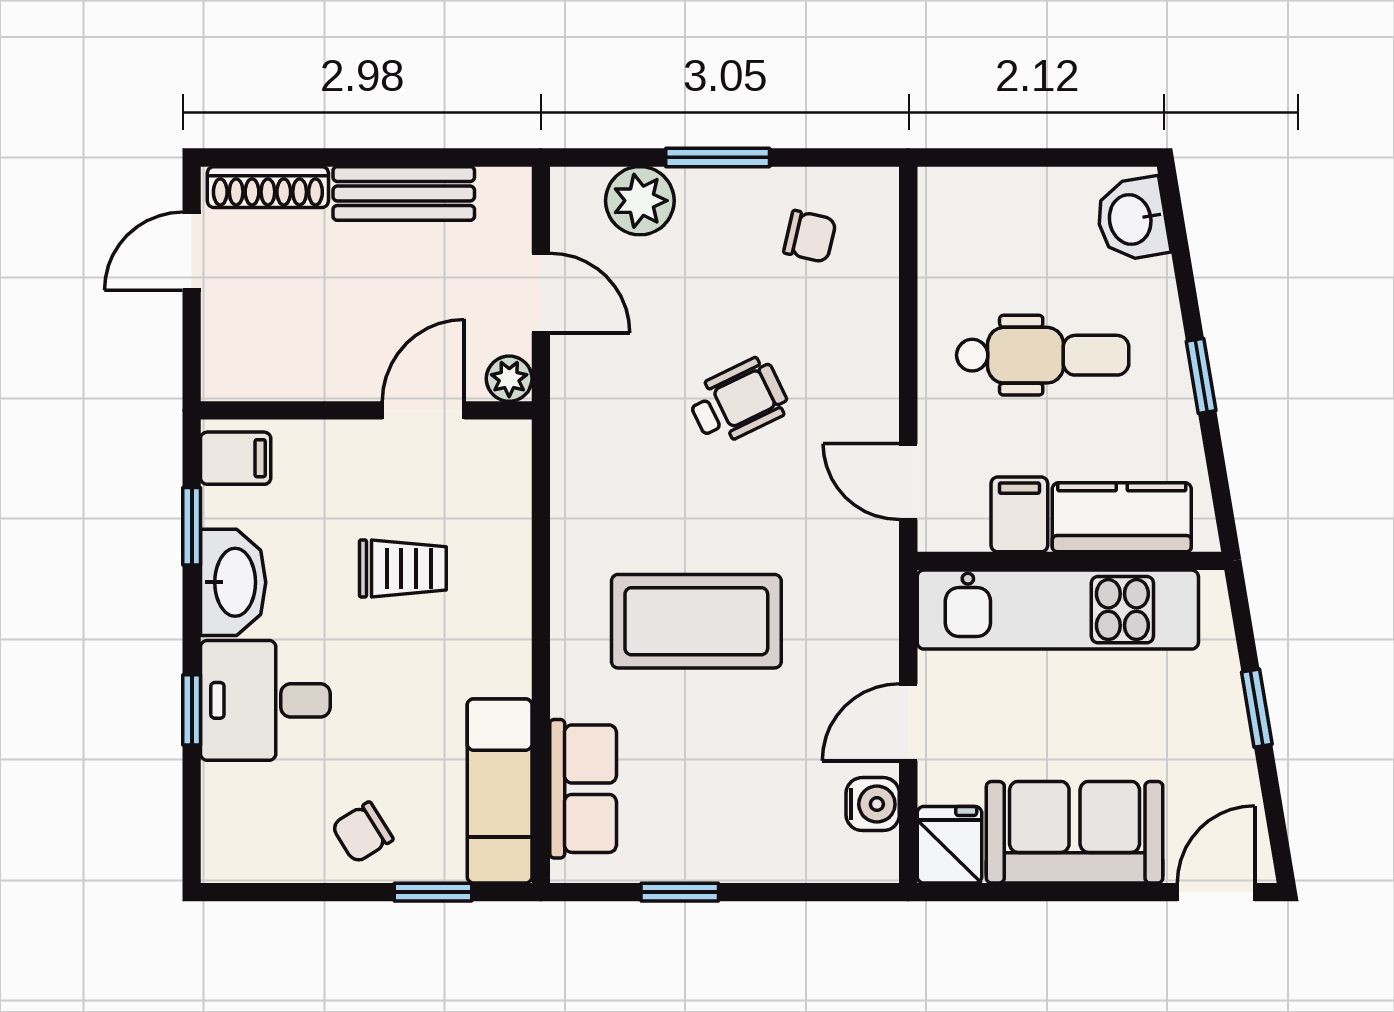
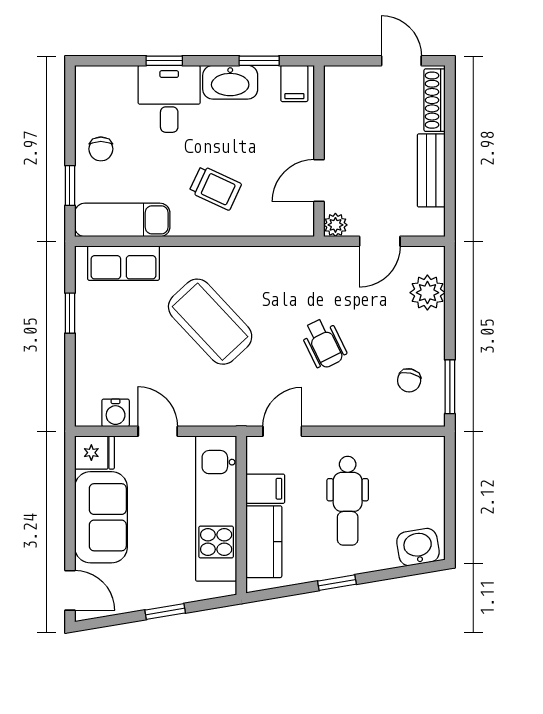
window: (718, 157) -> (450, 387), moved
door: (423, 410) -> (319, 181), swing flipped
trolley: (403, 568) -> (215, 188), moved, turned -65
coffee table: (696, 621) -> (210, 322), turned -43
chair: (362, 832) -> (101, 149), turned -148

